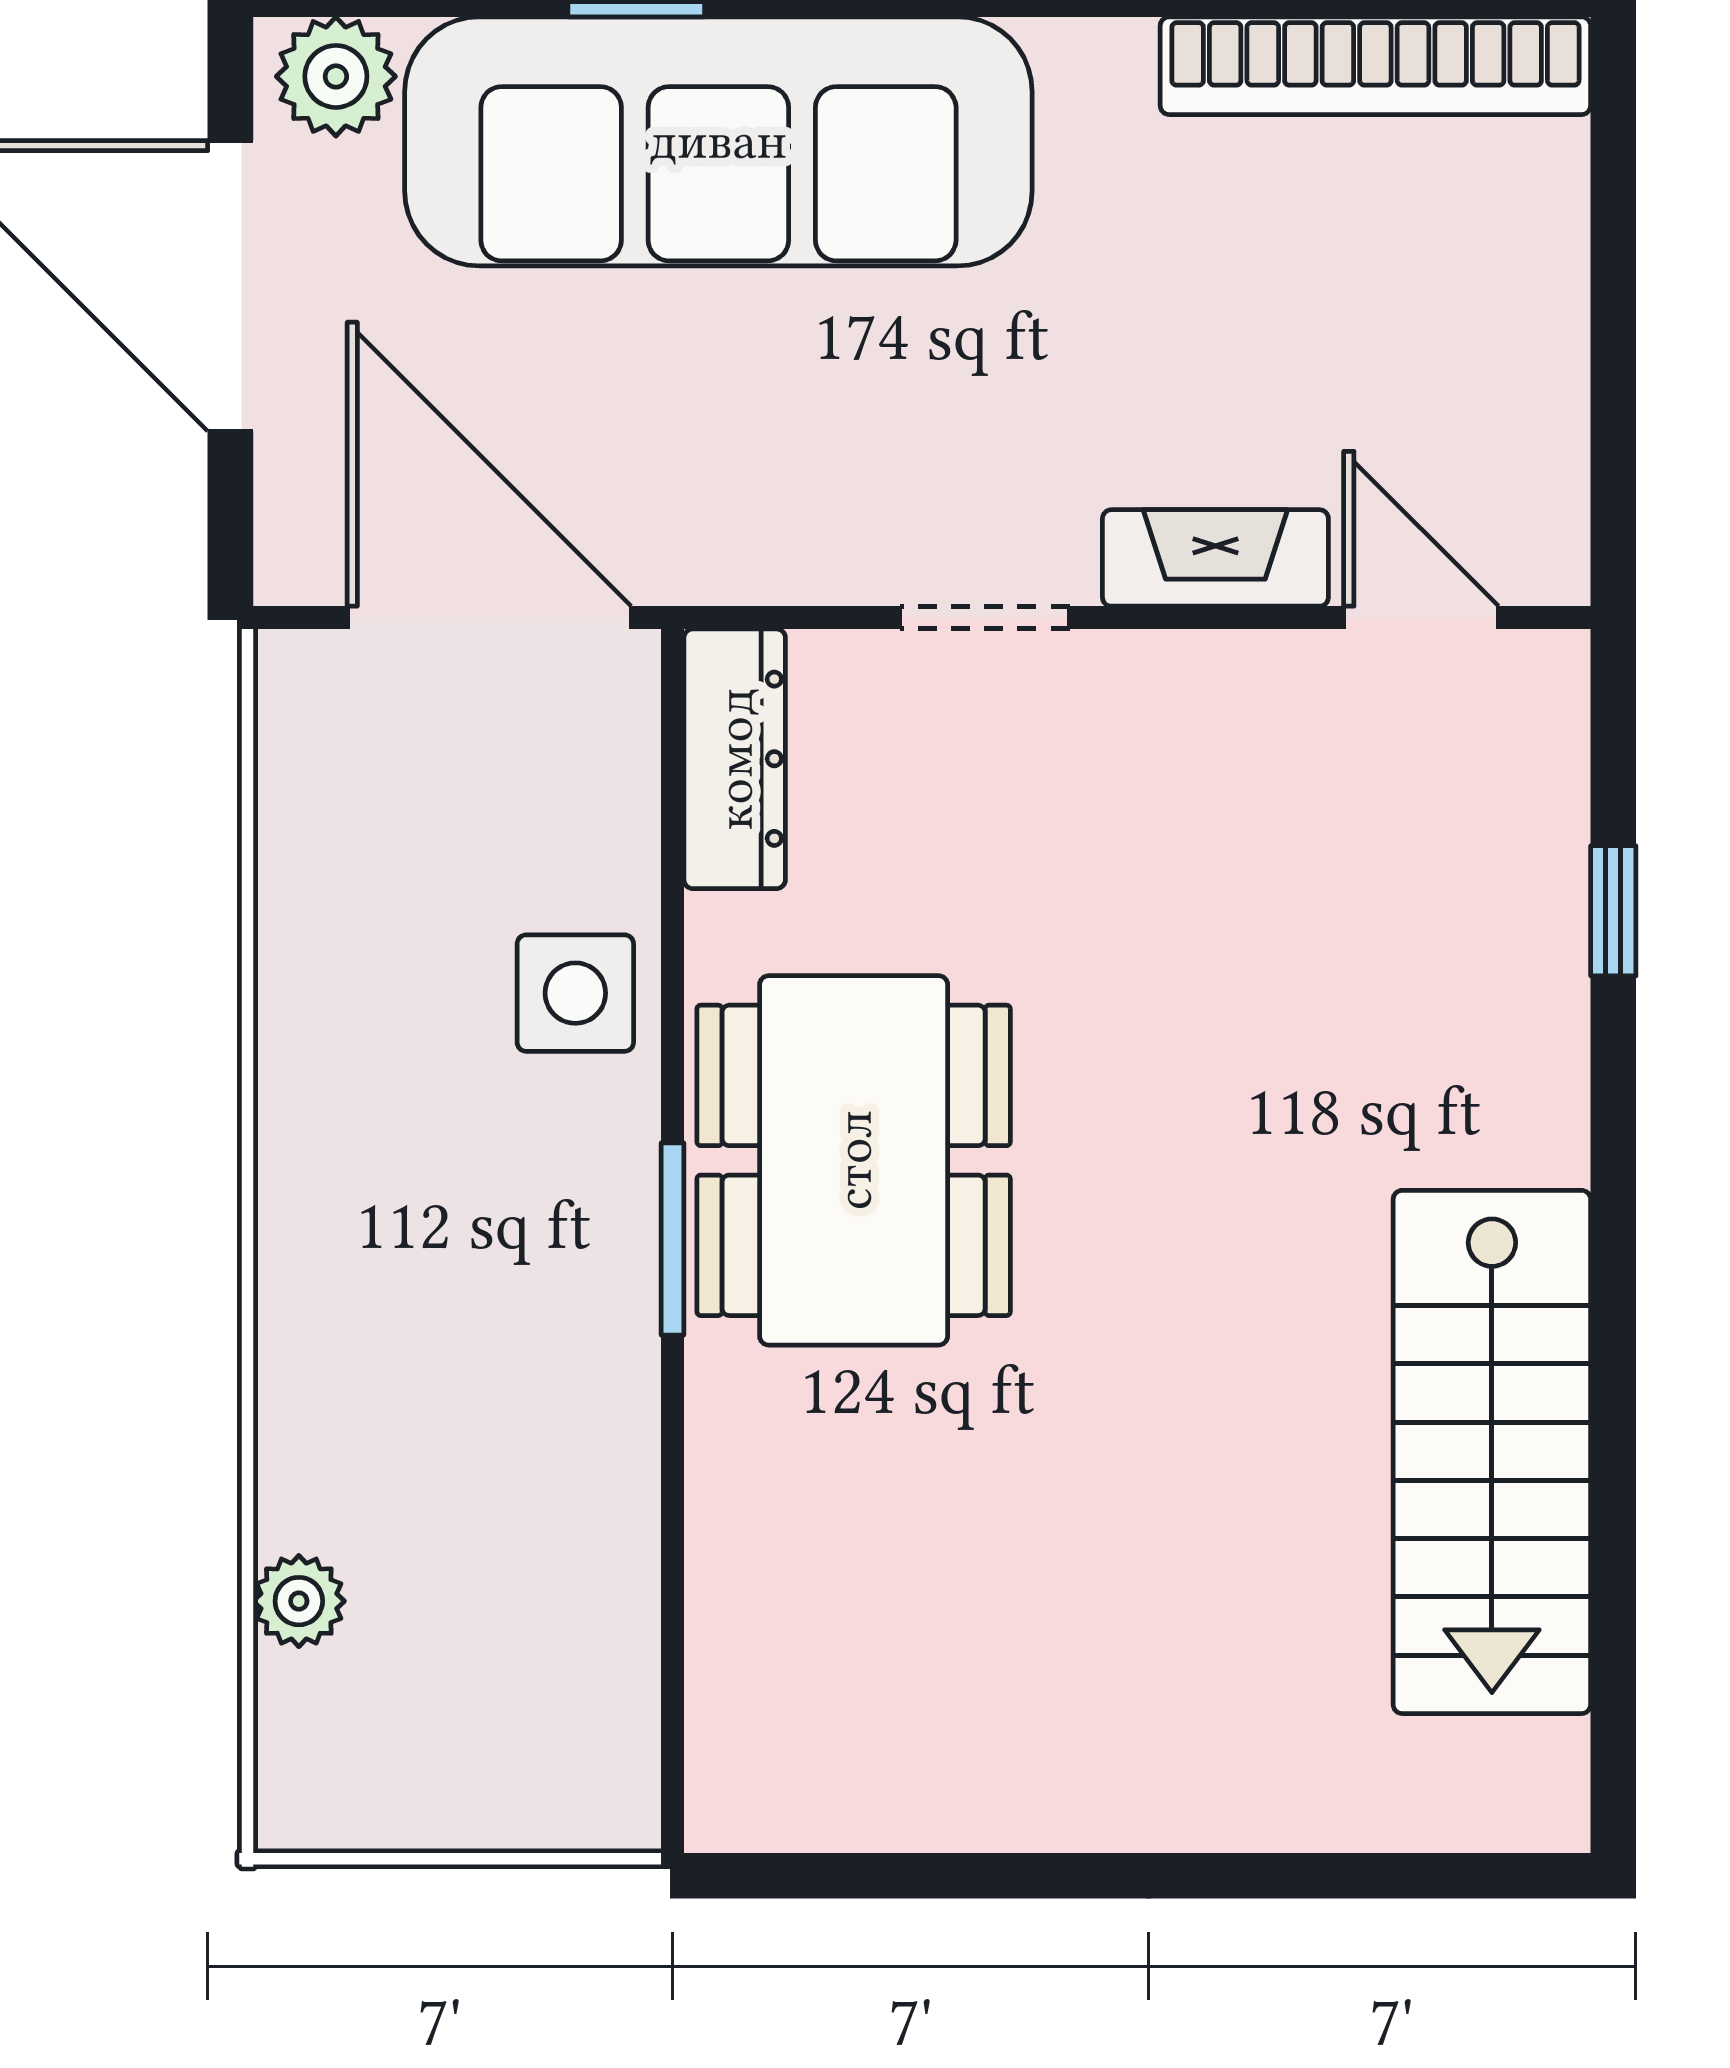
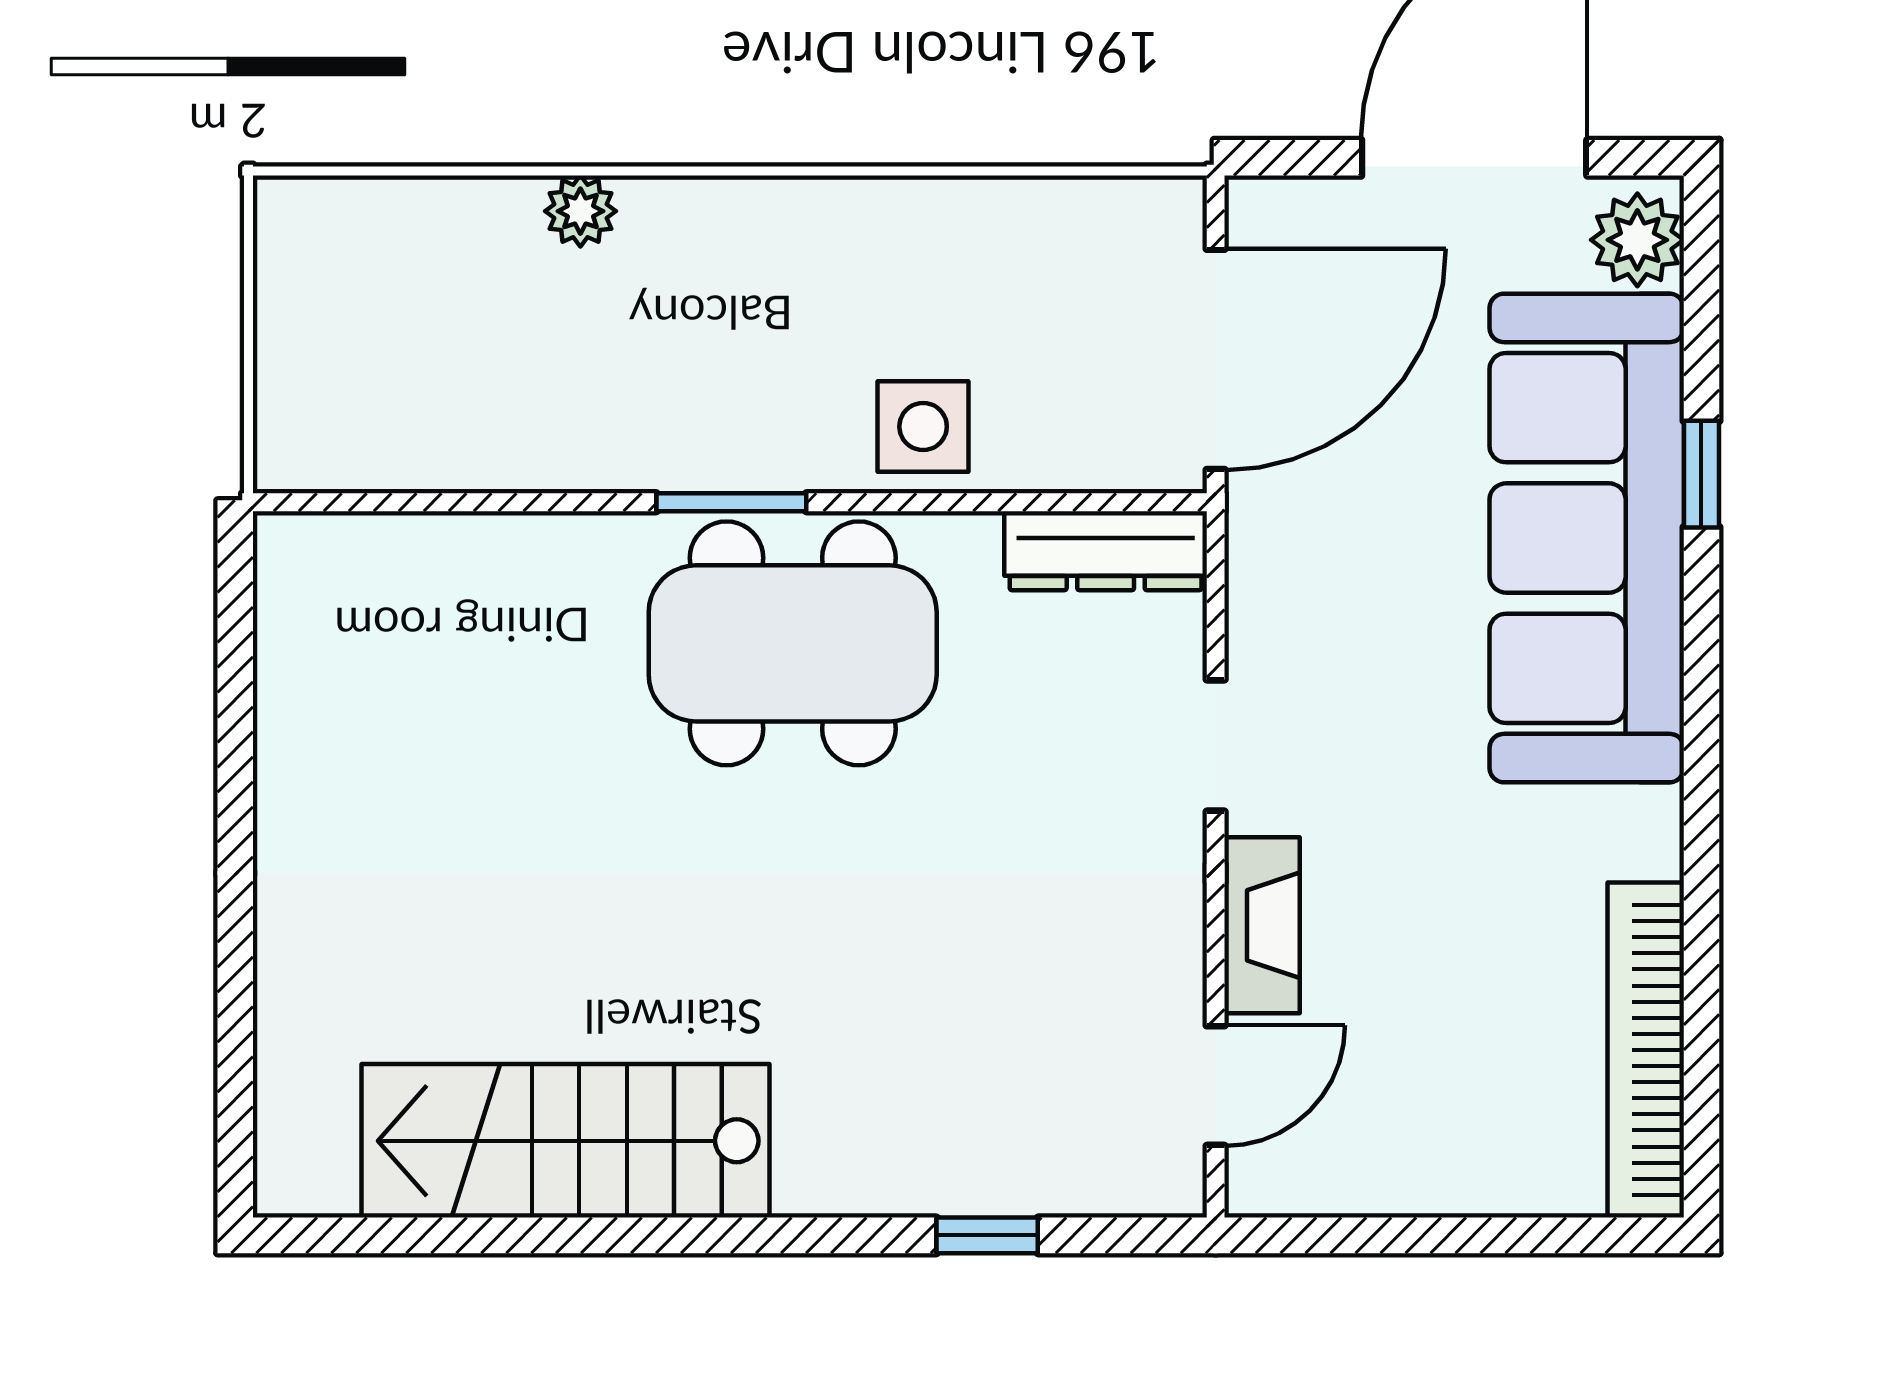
plant: (299, 1601) -> (580, 211), moved

